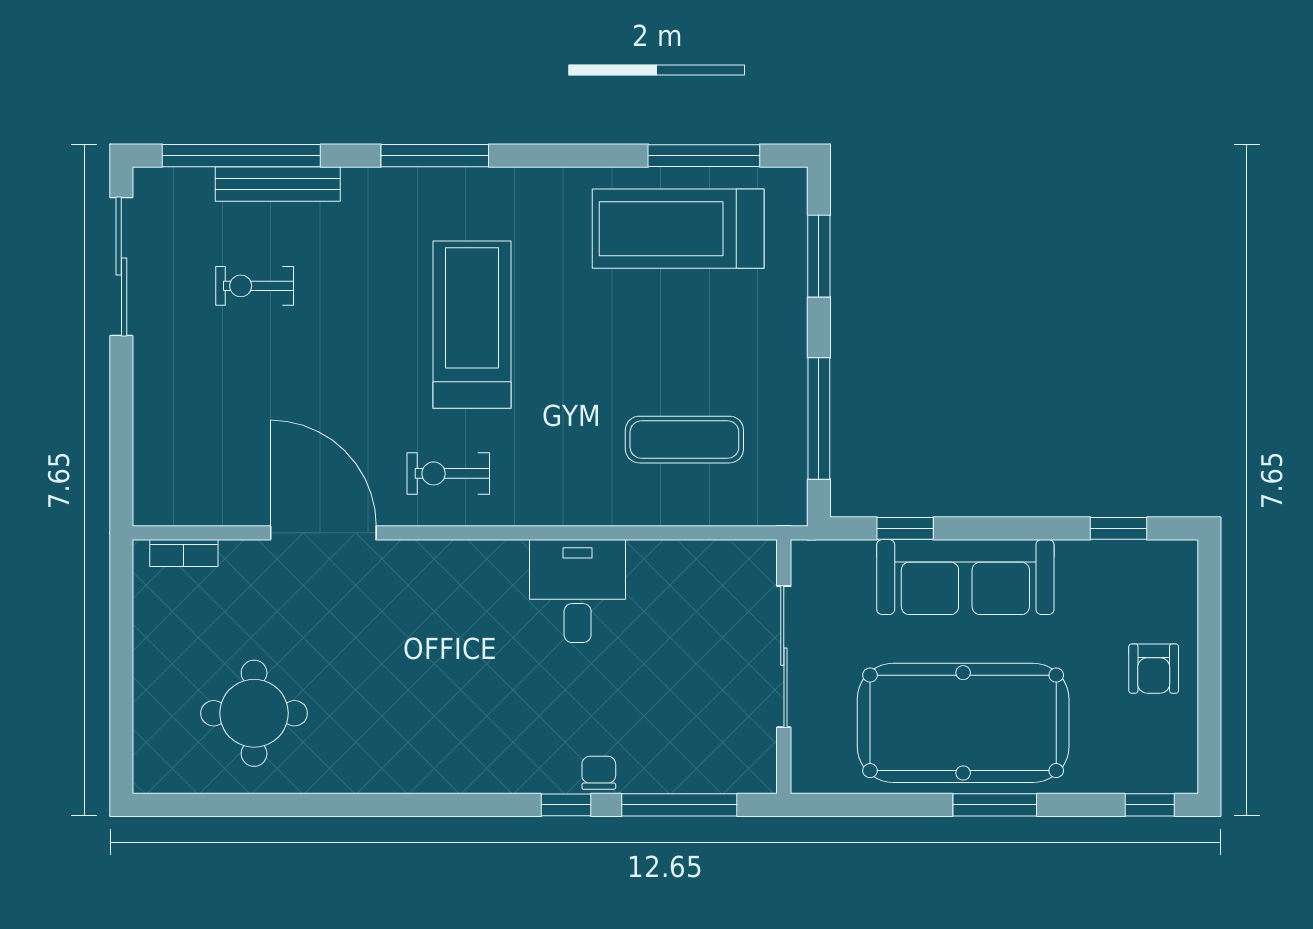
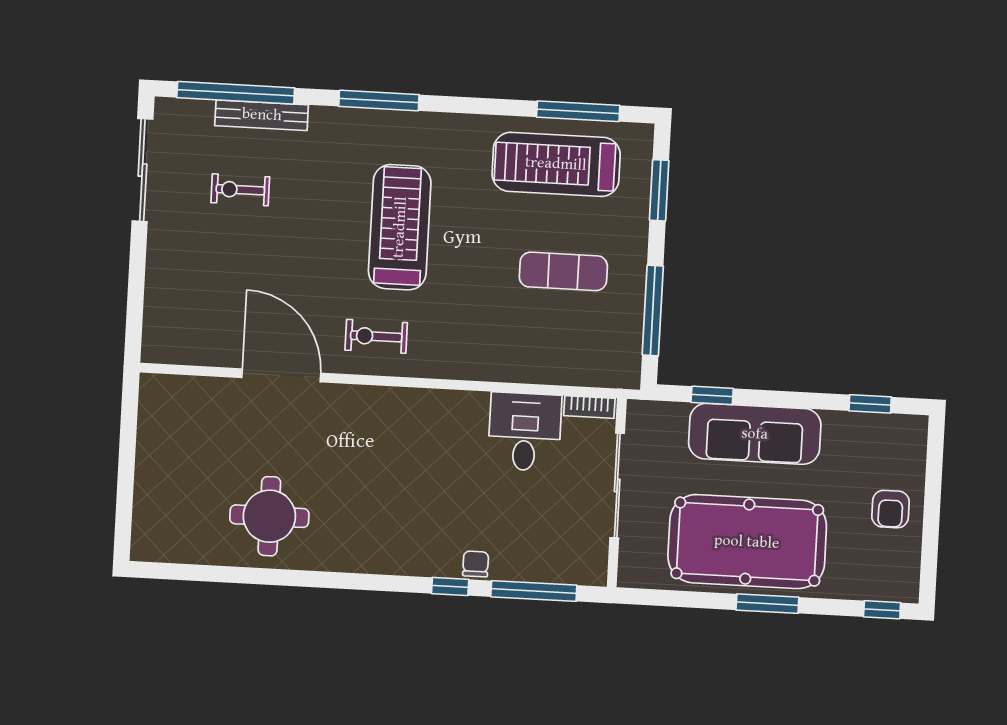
exercise mat: (684, 440) -> (563, 271), moved
bookcase: (184, 553) -> (589, 407), moved
desk: (578, 591) -> (525, 432), moved
round table: (254, 713) -> (269, 516), moved

